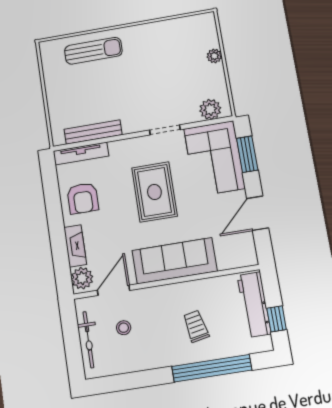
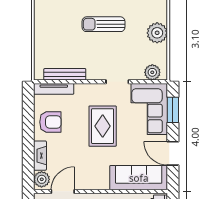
sun lounger: (93, 51) -> (104, 24), moved, turned 180
plant: (214, 56) -> (157, 33), width x1.87, depth x1.87
armchair: (83, 198) -> (50, 122), turned -90
door: (258, 213) -> (173, 153), hinge flipped
sofa: (175, 261) -> (139, 178), moved

